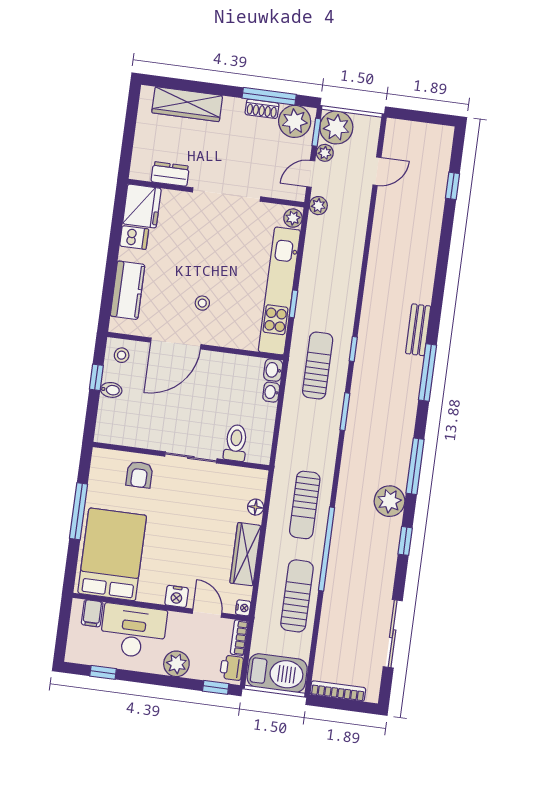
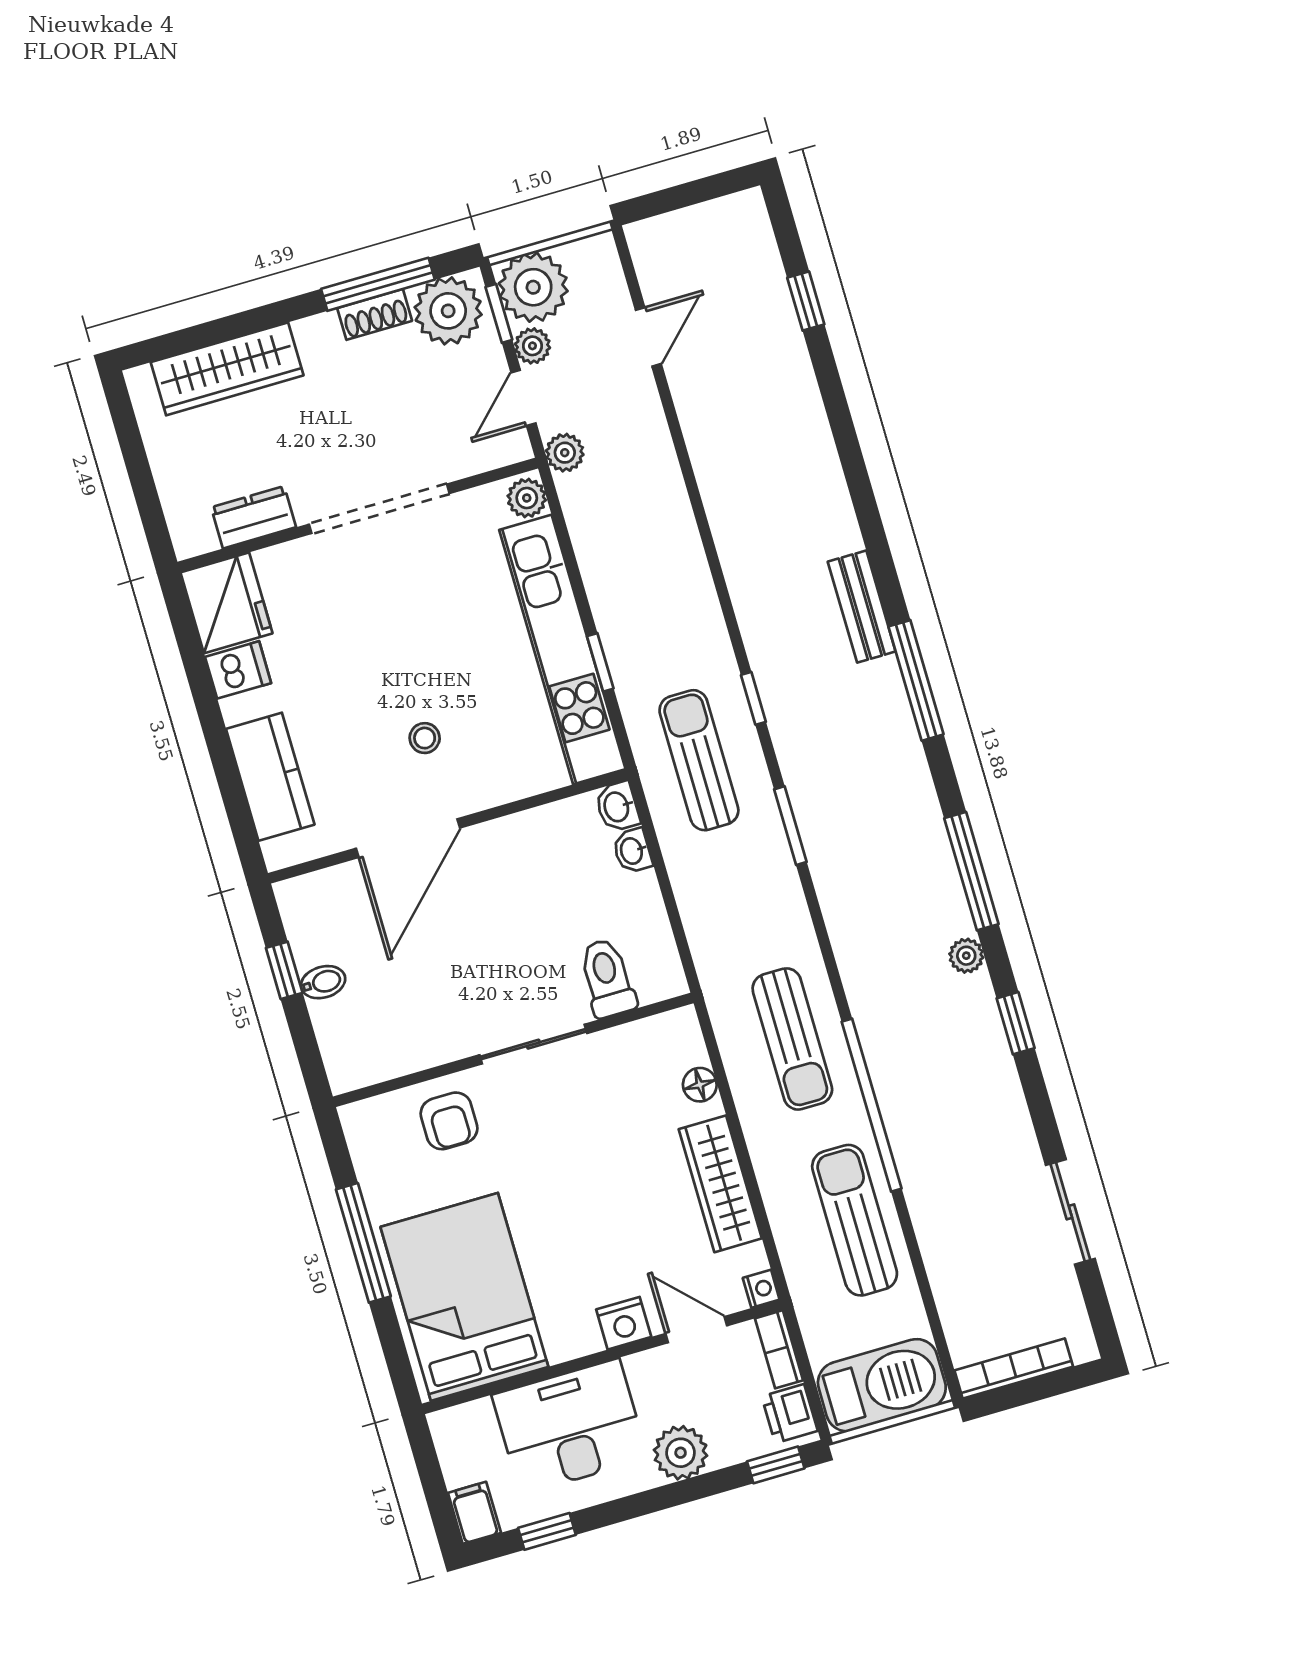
stool: (122, 355) -> (314, 906), removed
plant: (390, 501) -> (966, 956), width x0.53, depth x0.53
filing cabinet: (92, 613) -> (474, 1513), moved, turned 180
sliding door: (393, 634) -> (1070, 1212), width x0.73

